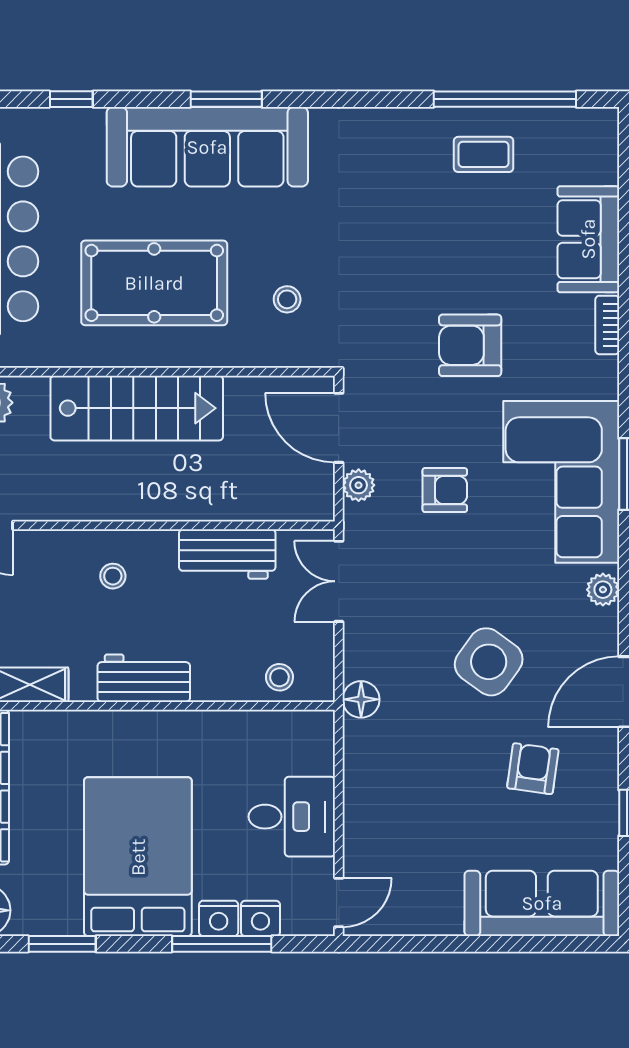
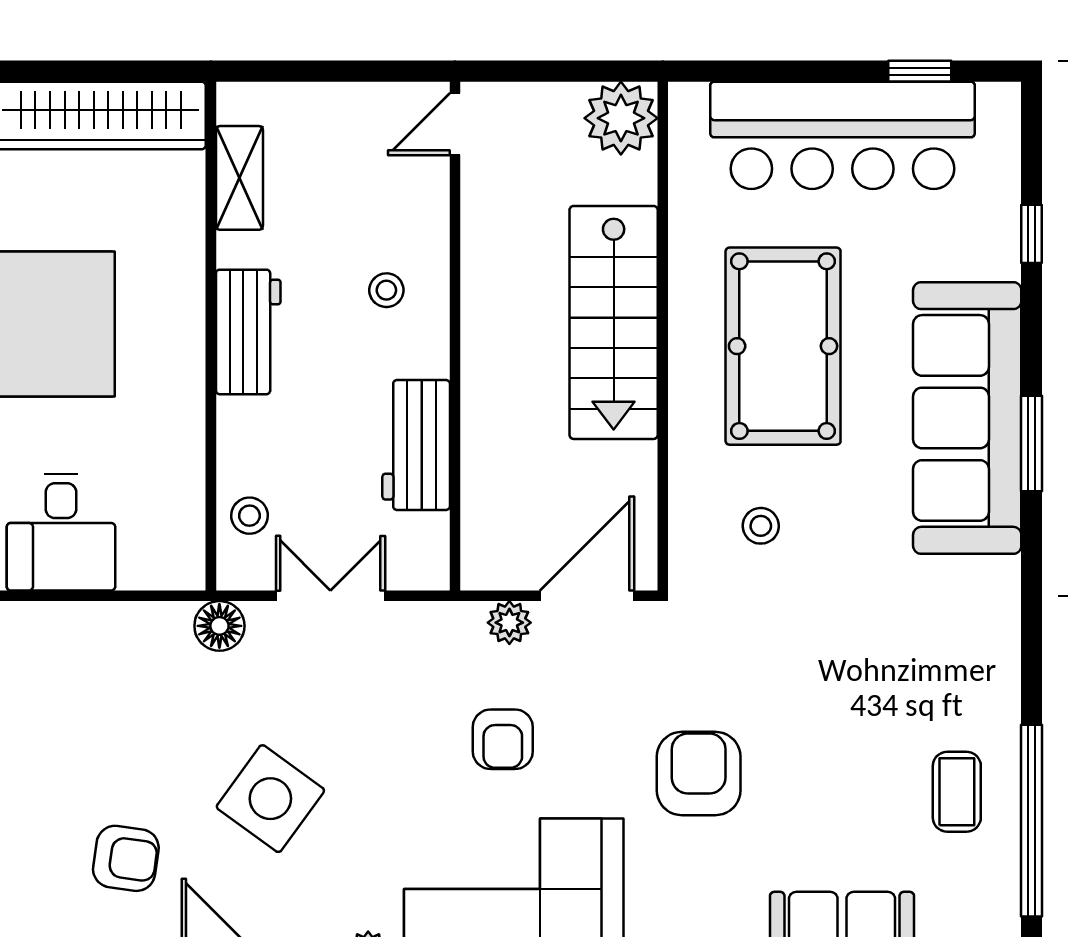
double door: (339, 581) -> (330, 596), moved

